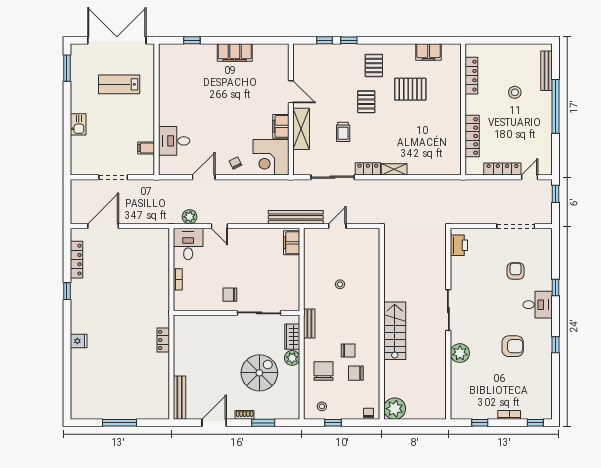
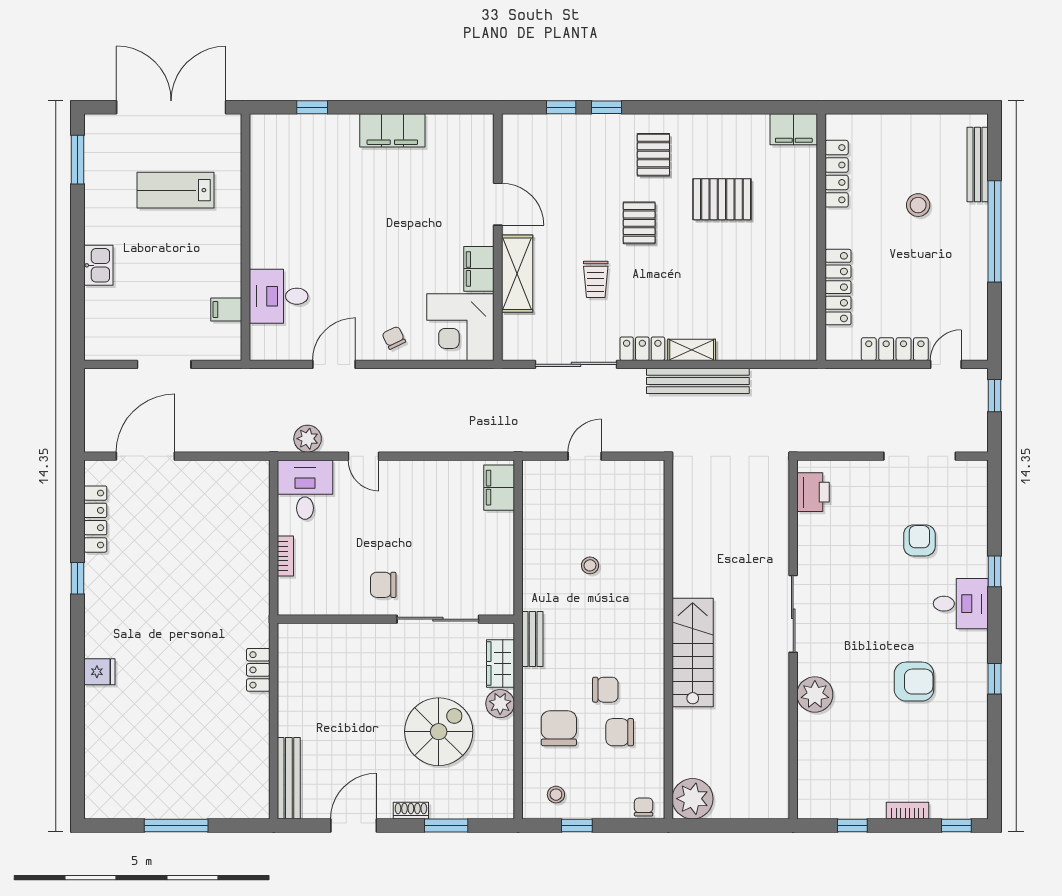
filing cabinet: (429, 52) -> (794, 129), moved
bench: (296, 217) -> (698, 381), moved

